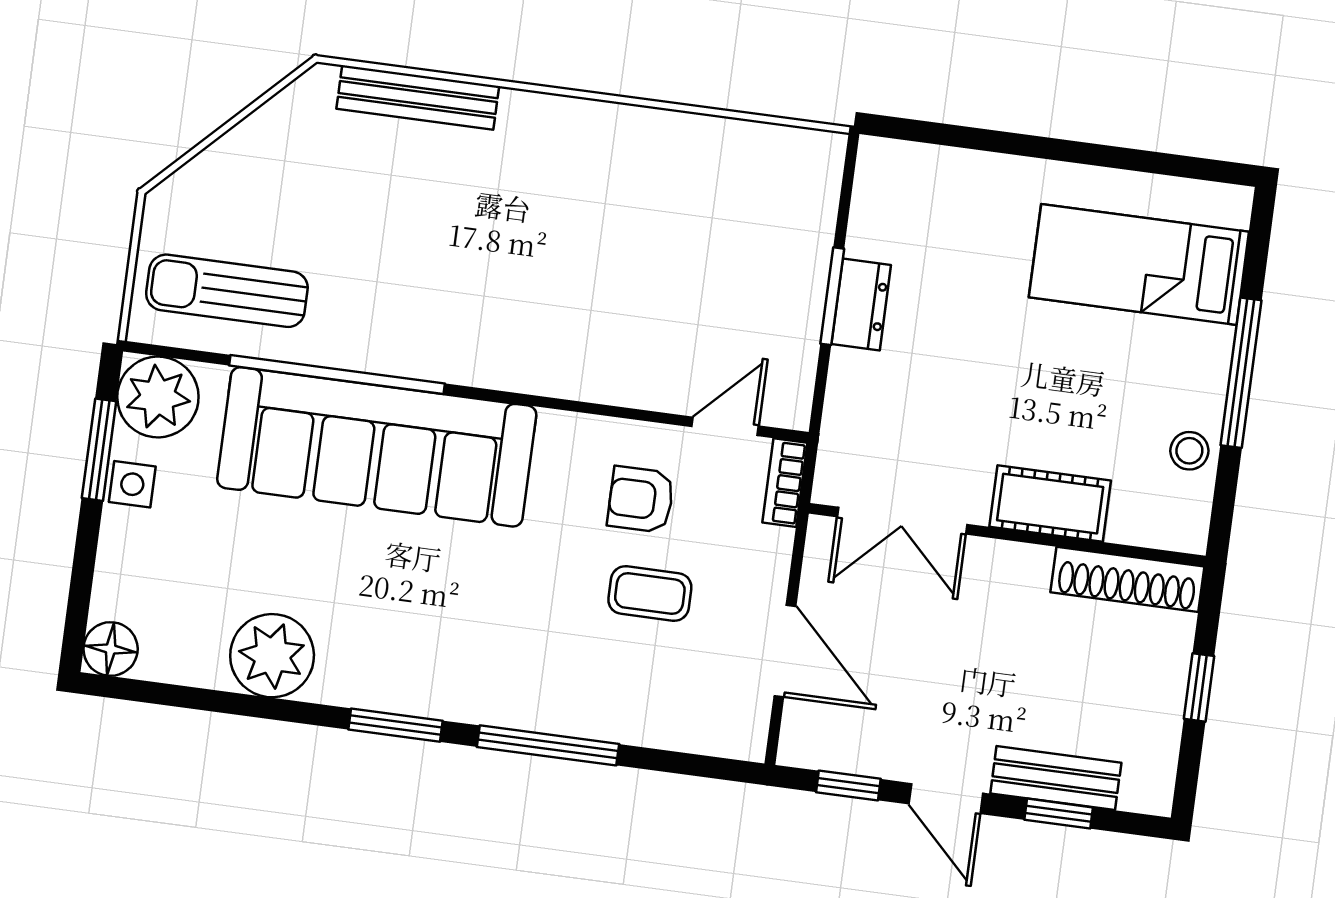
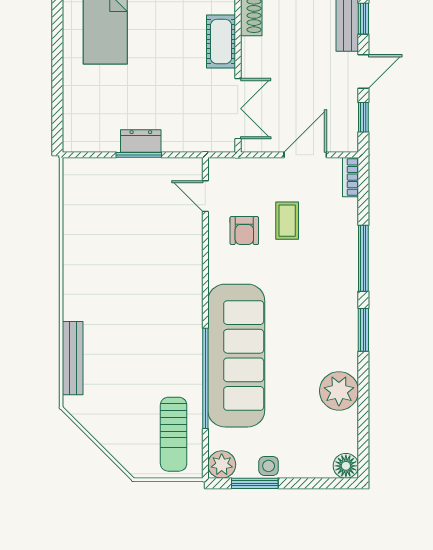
plant: (158, 397) -> (222, 465), width x0.73, depth x0.73
bookcase: (785, 483) -> (350, 177), moved, turned 90

